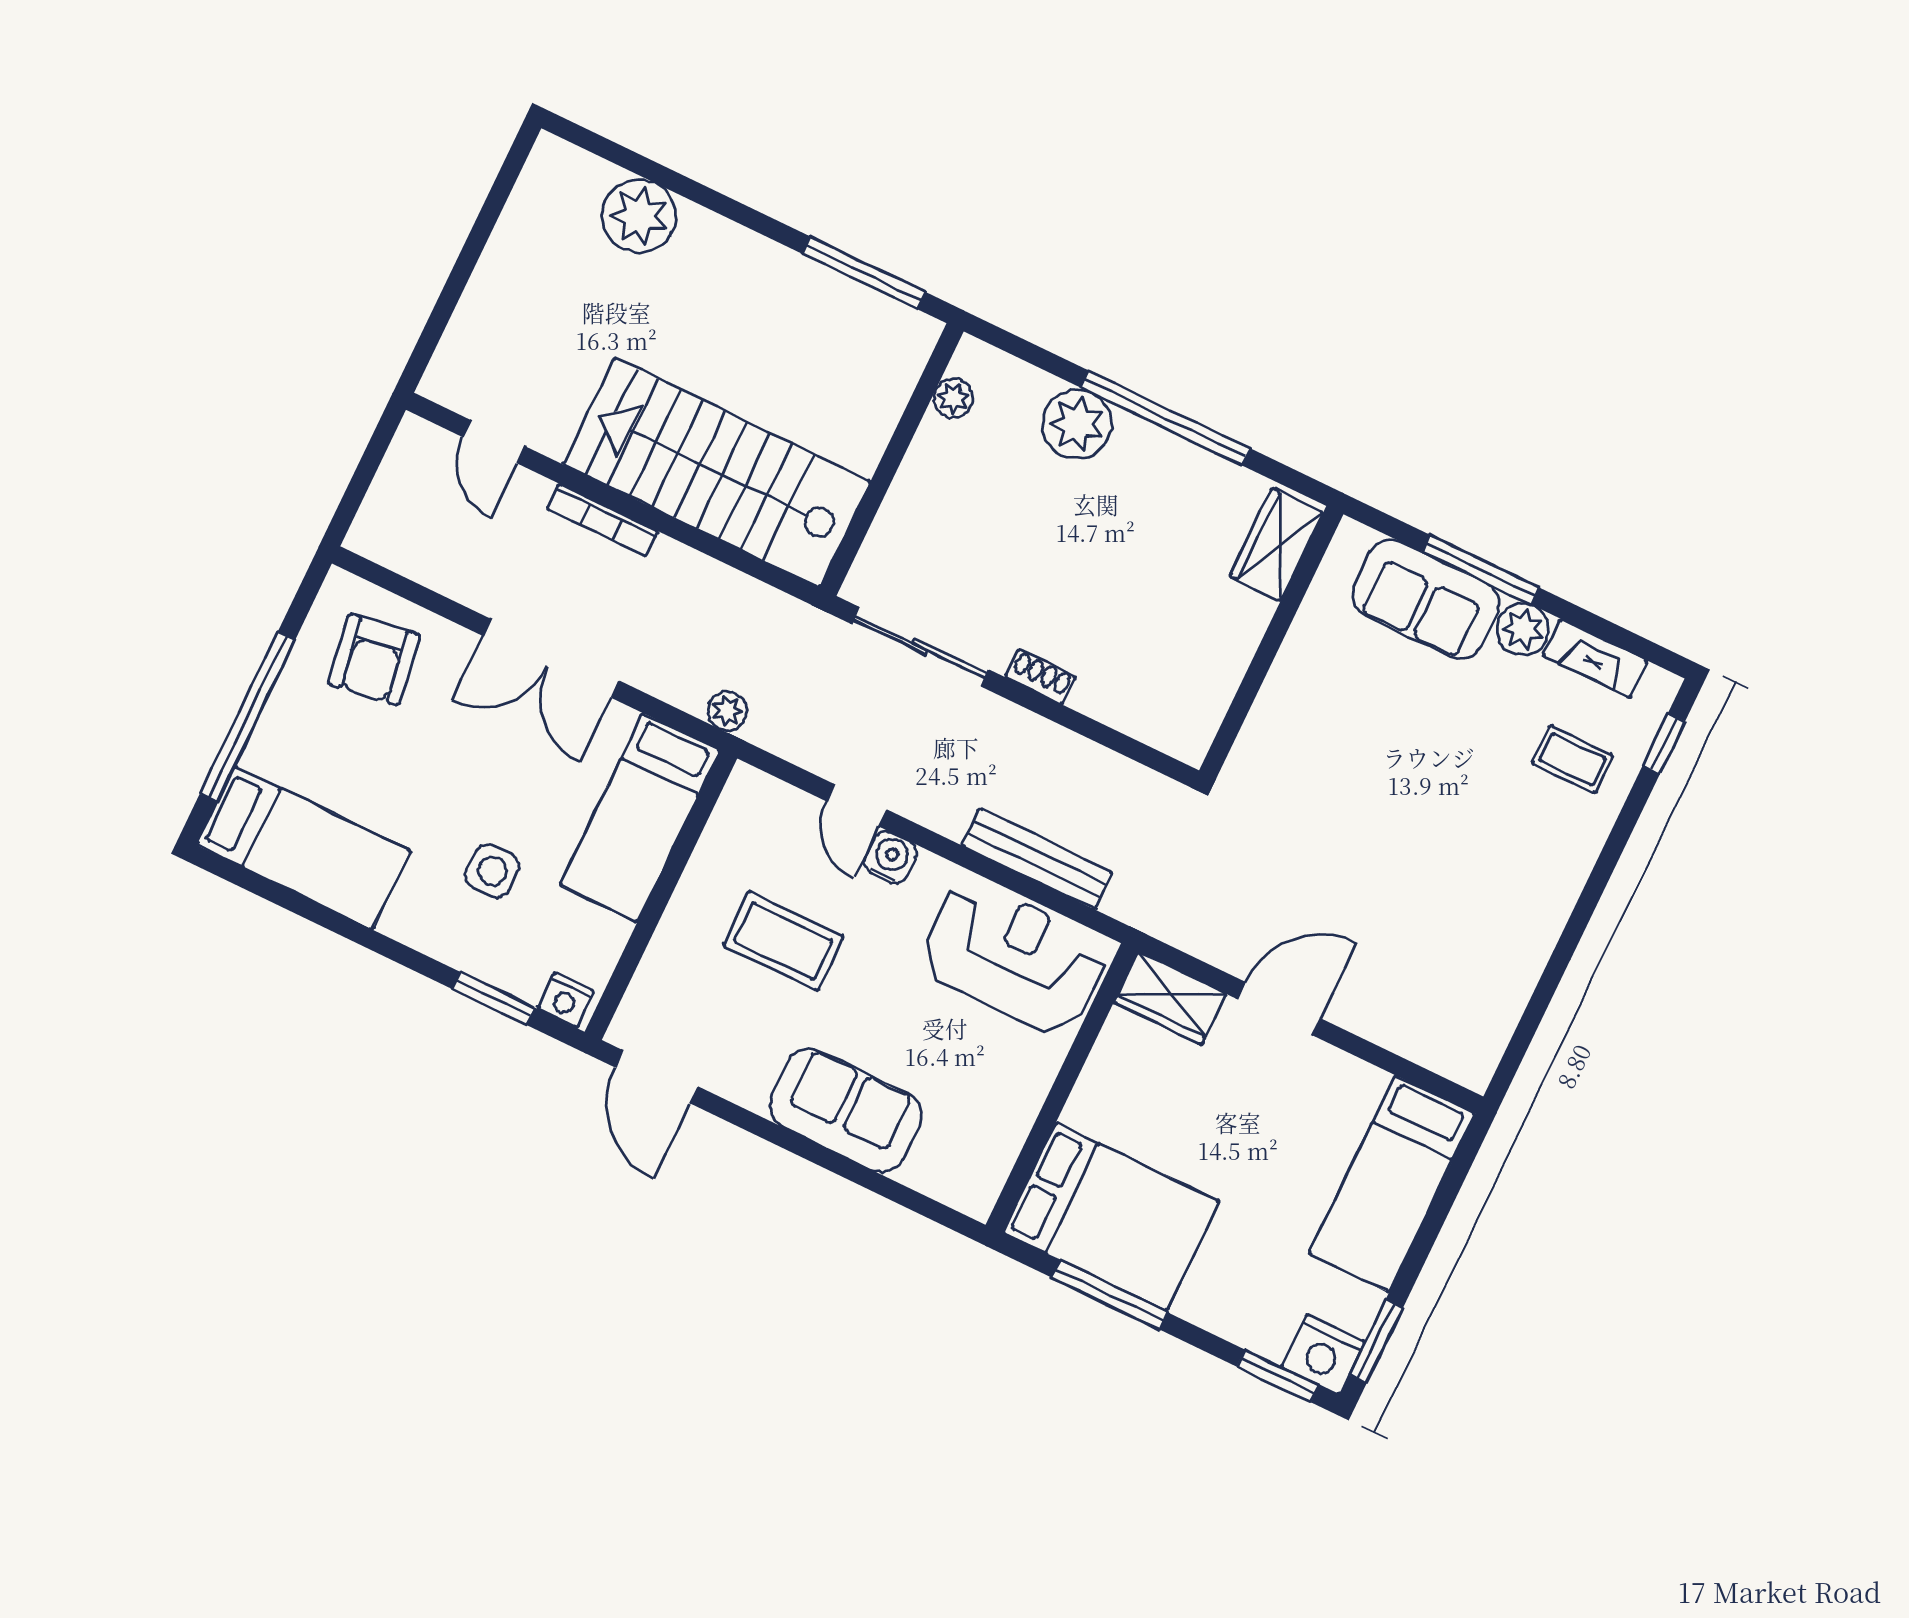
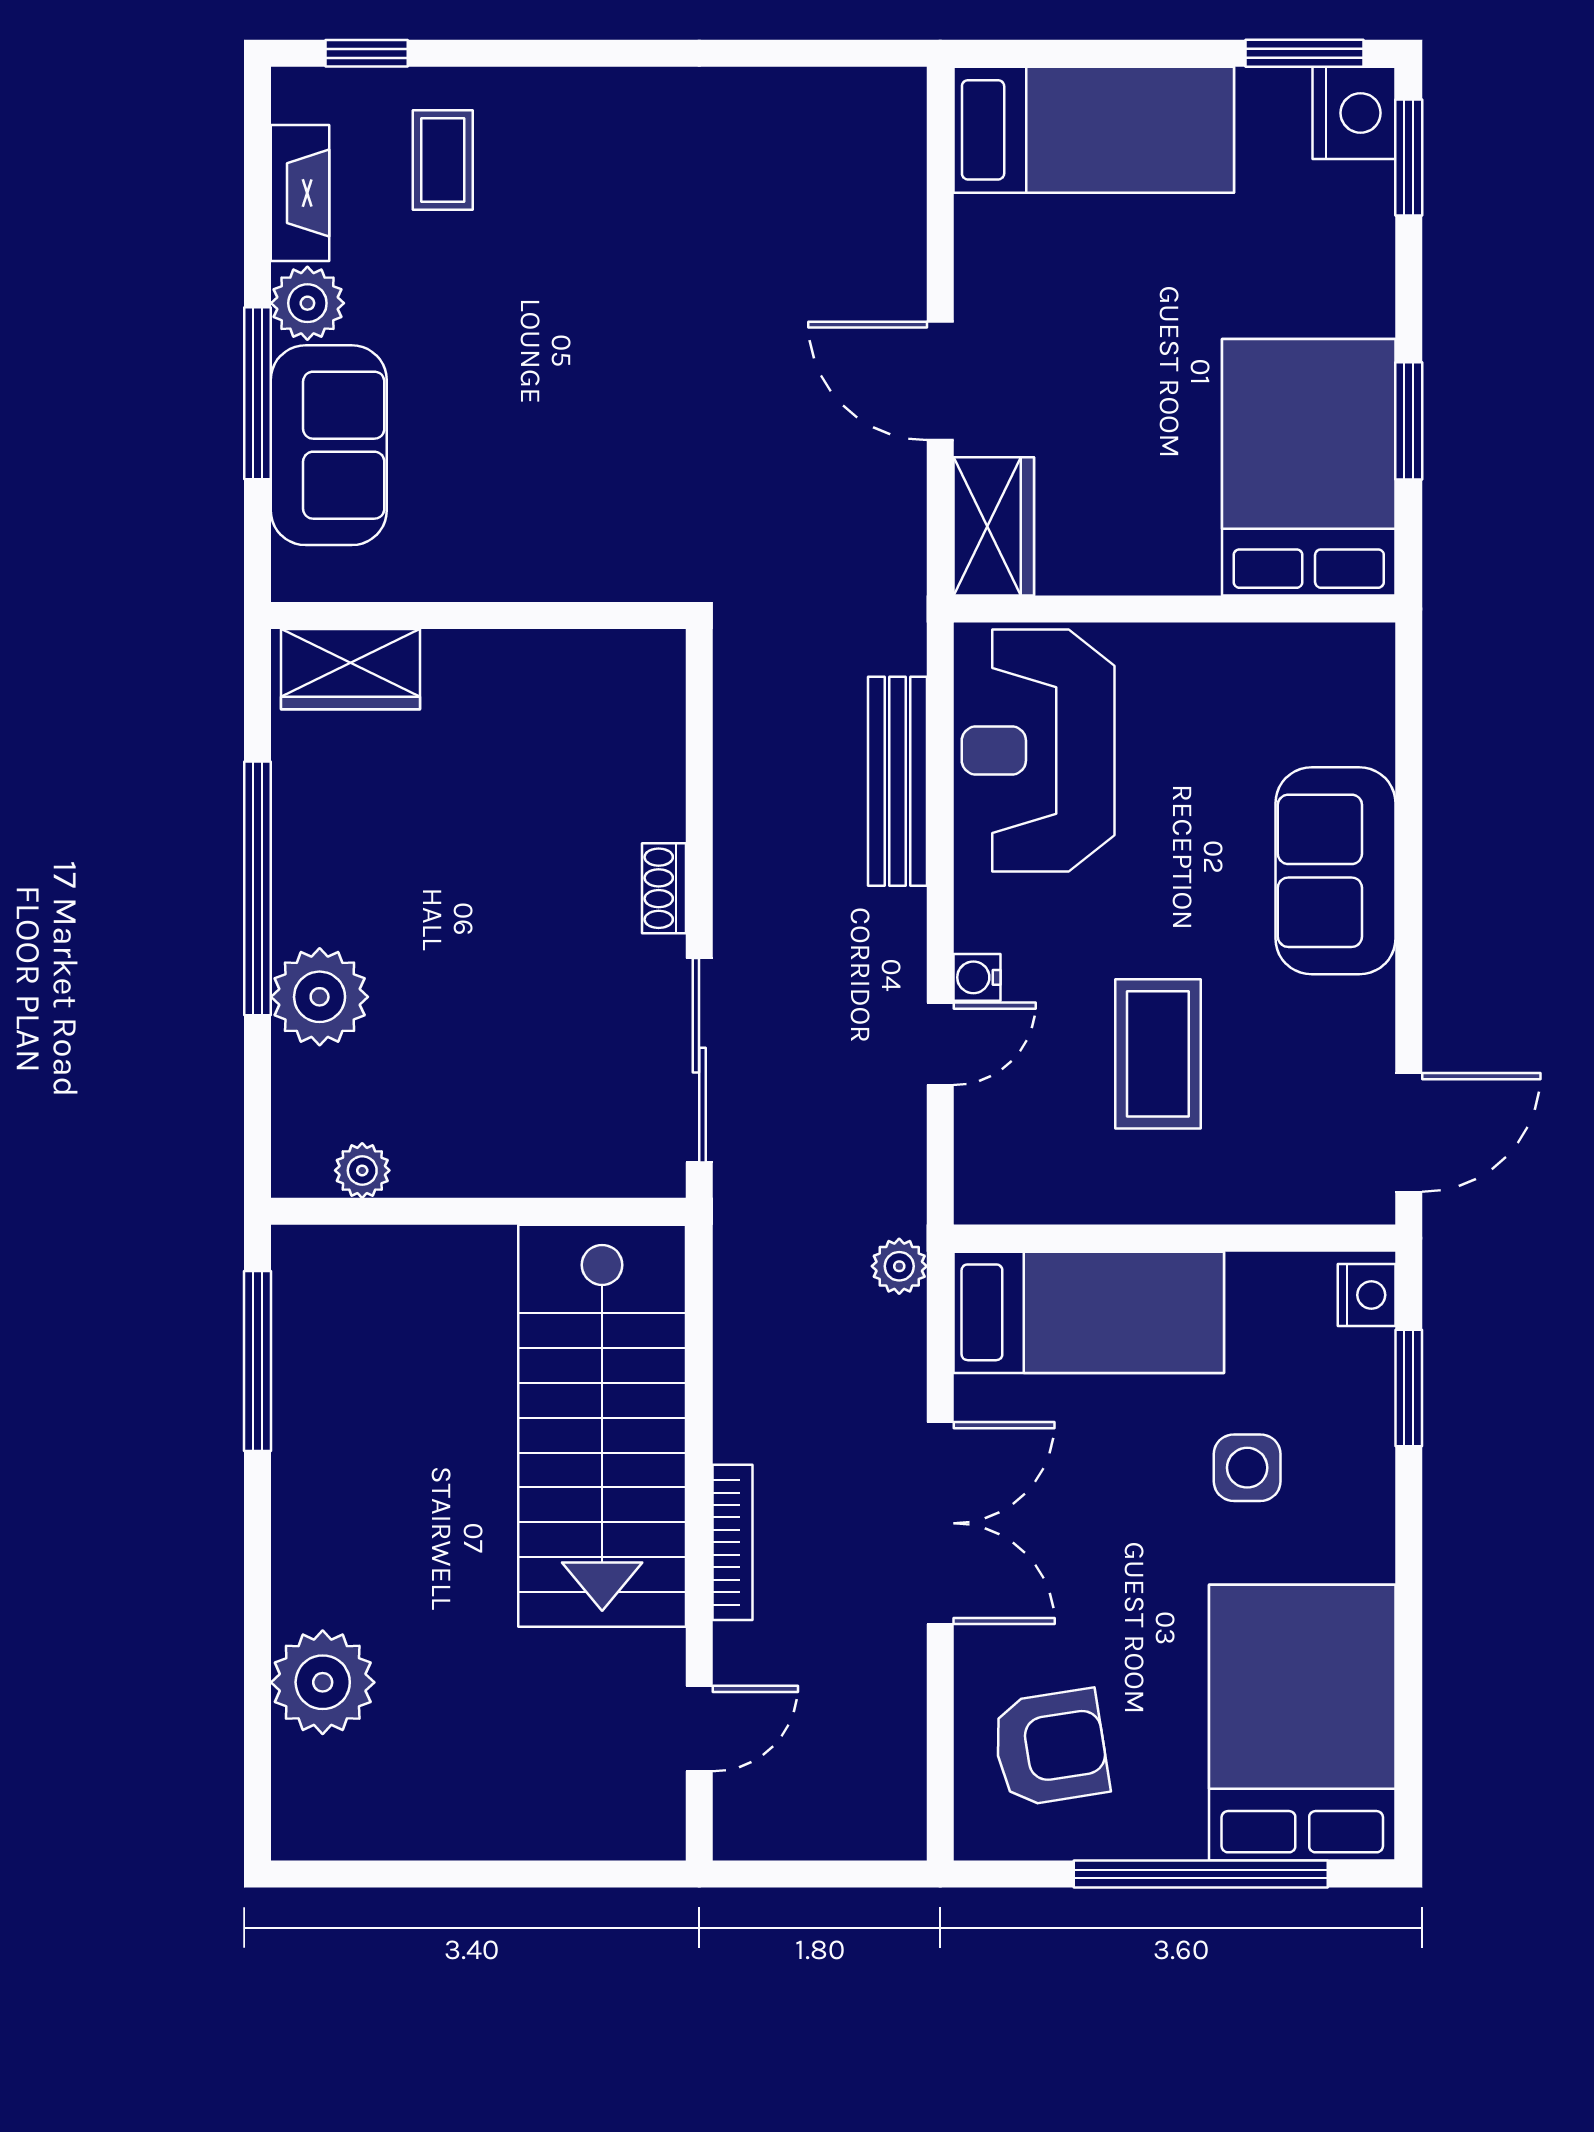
bed: (303, 848) -> (1302, 1723), width x1.50
water cooler: (891, 858) -> (977, 977), width x0.72, depth x0.72
window: (1110, 1295) -> (1409, 421), width x0.69

